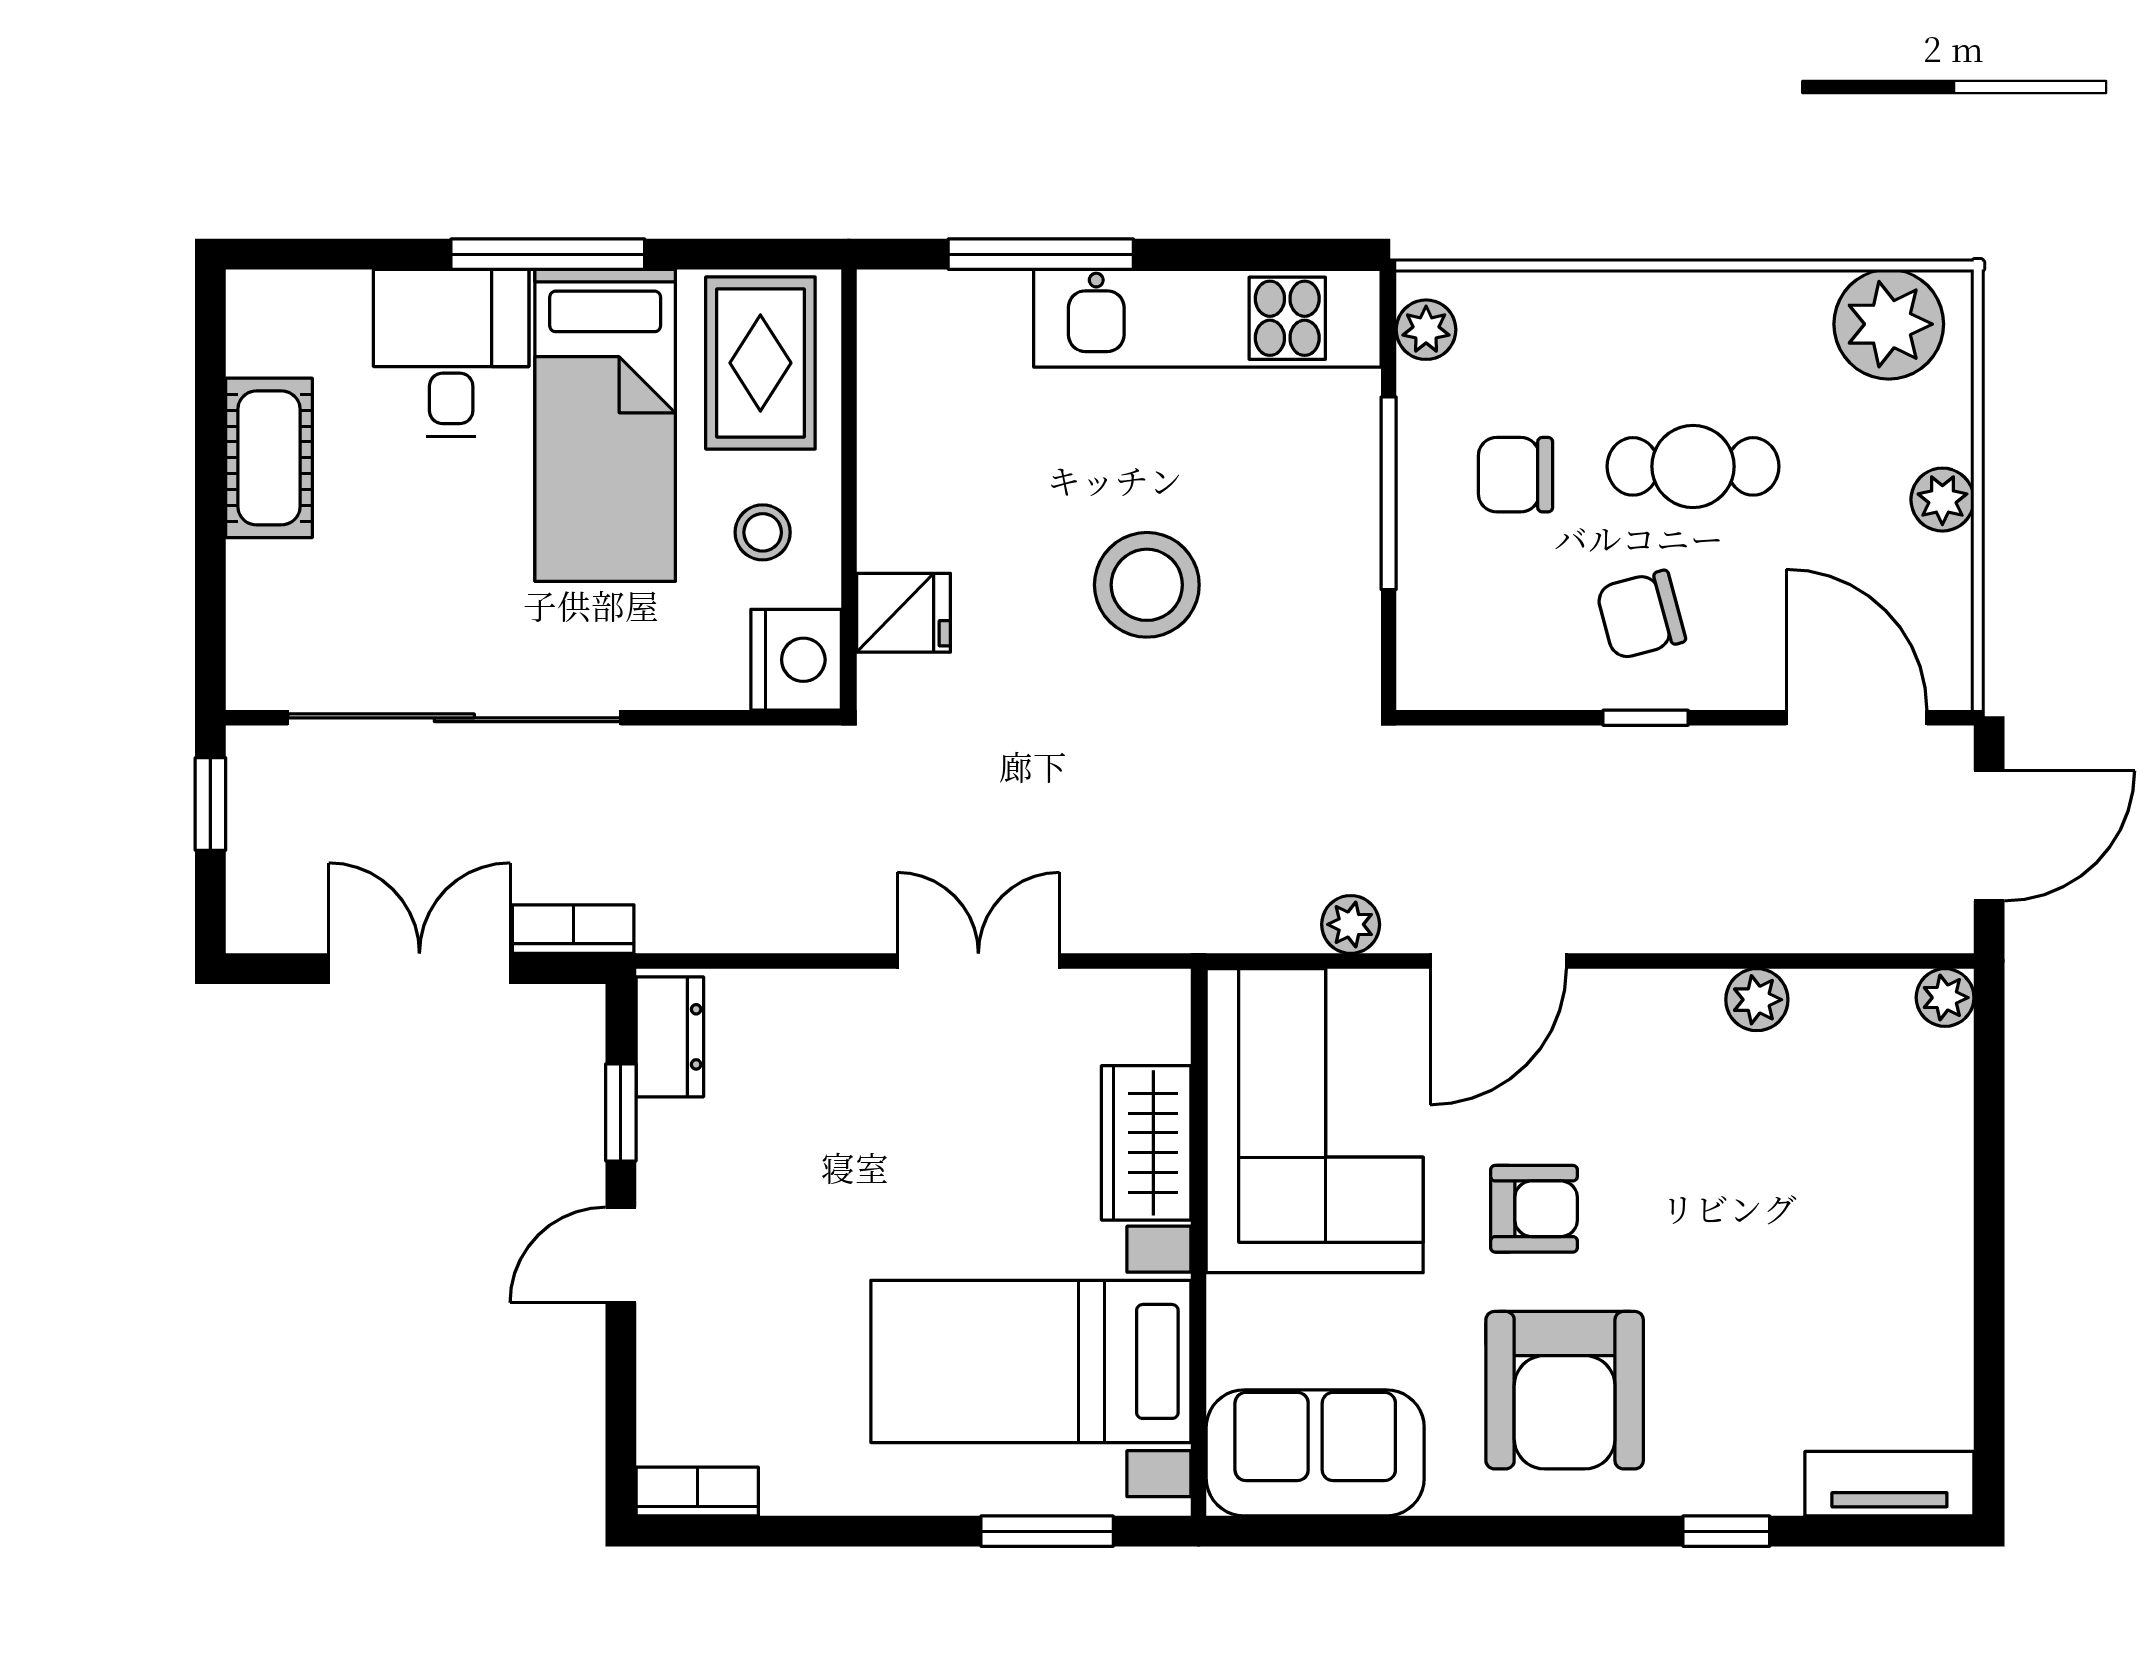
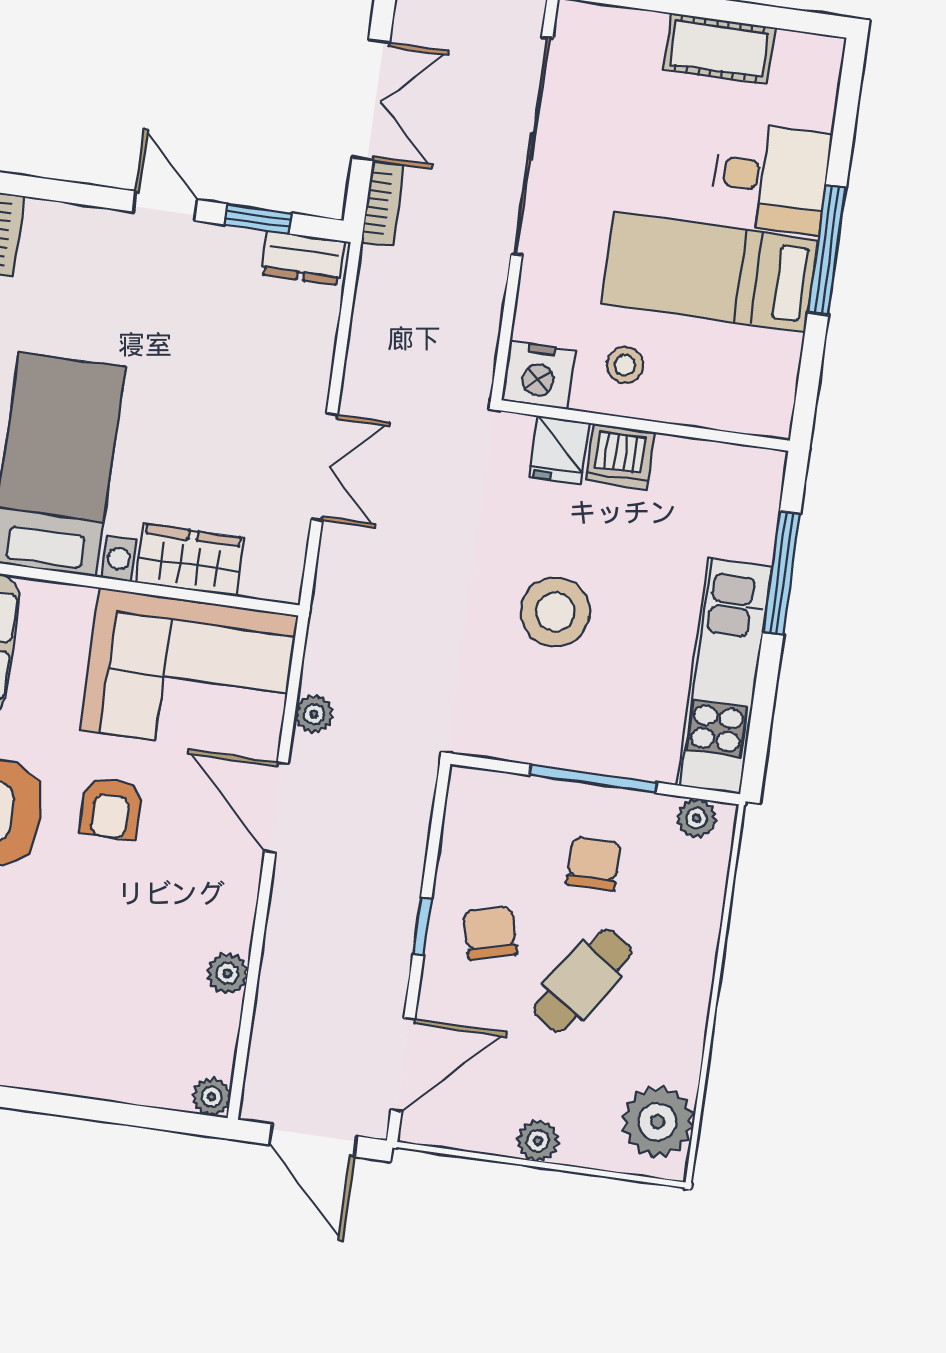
rug: (760, 363) -> (736, 379), removed
cafe table: (1693, 466) -> (583, 980), turned 34
dishwasher: (900, 520) -> (620, 456), added

